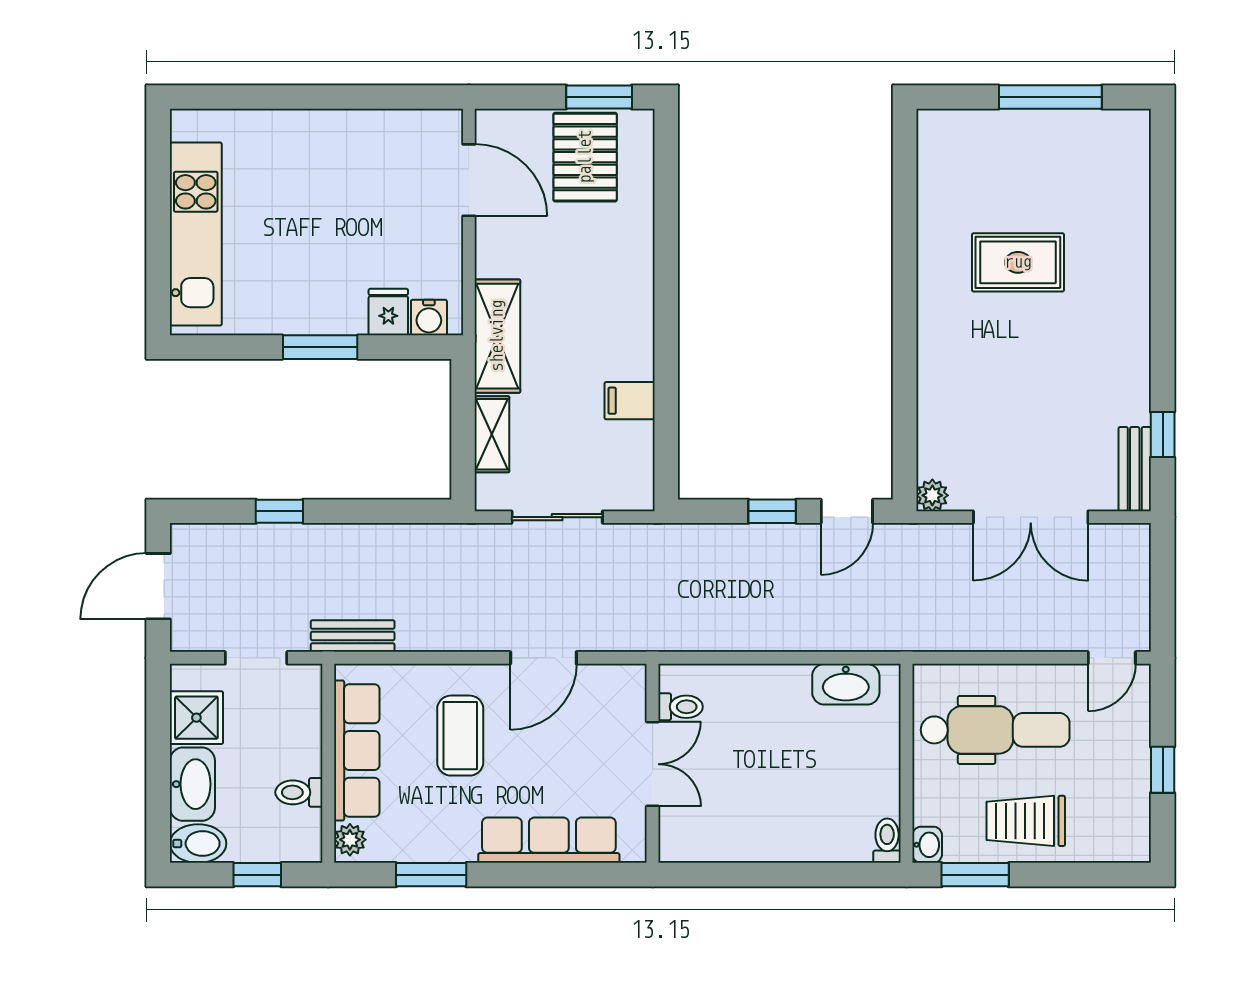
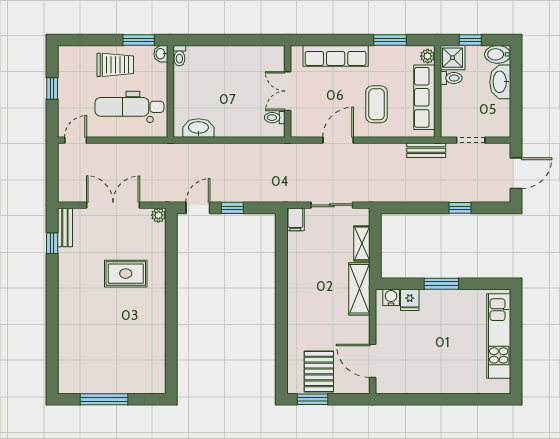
rug: (1018, 262) -> (126, 274), moved
filing cabinet: (630, 401) -> (295, 219), moved, turned 90
shower: (196, 718) -> (453, 58), moved

